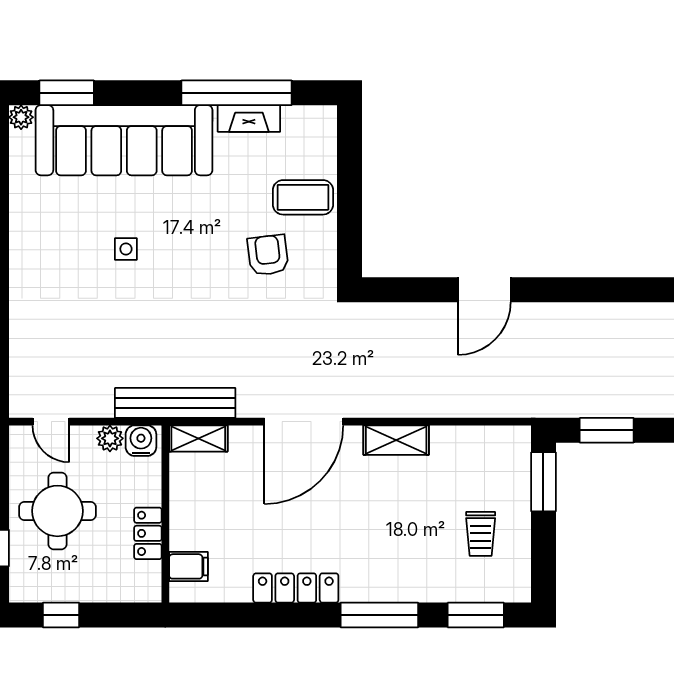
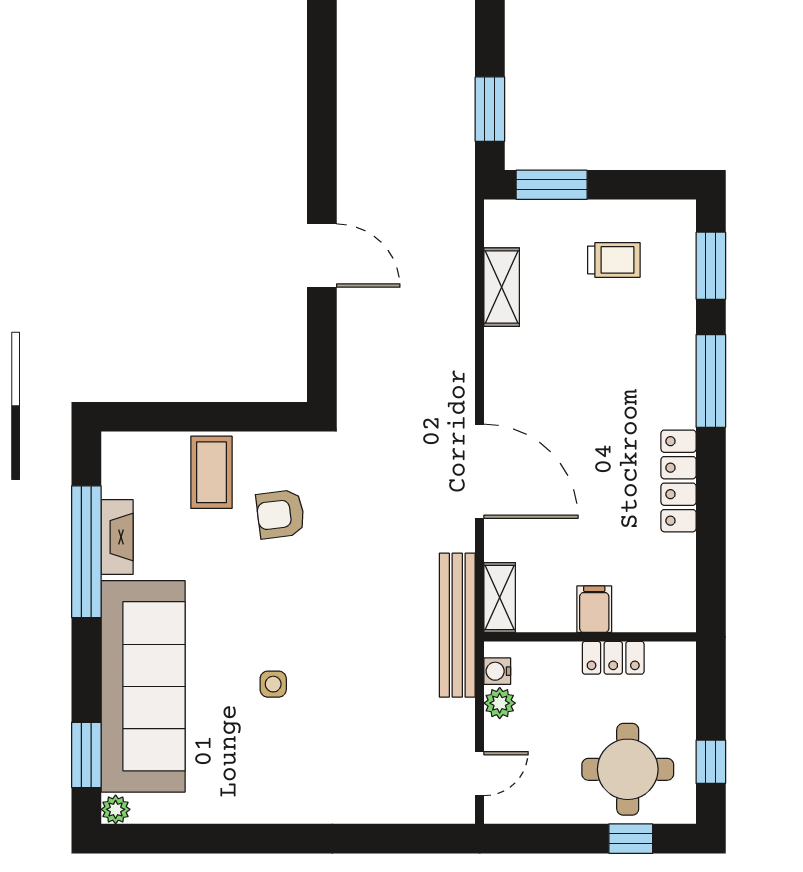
shelving: (396, 440) -> (502, 287), moved
water cooler: (141, 441) -> (497, 671), width x0.72, depth x0.72
round table: (57, 511) -> (628, 769), moved
filing cabinet: (188, 566) -> (594, 609), moved

